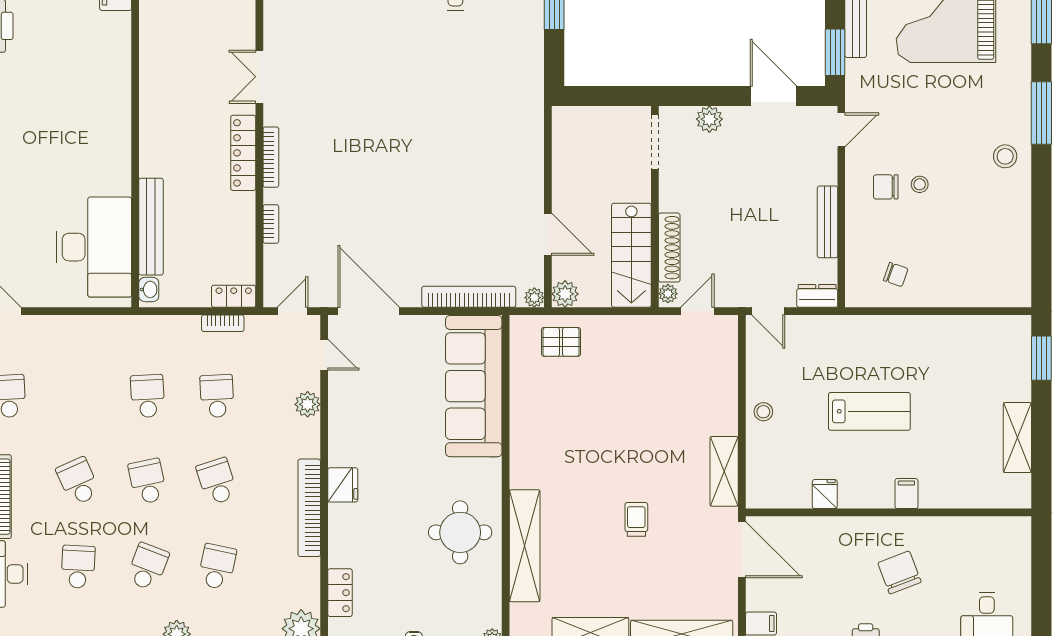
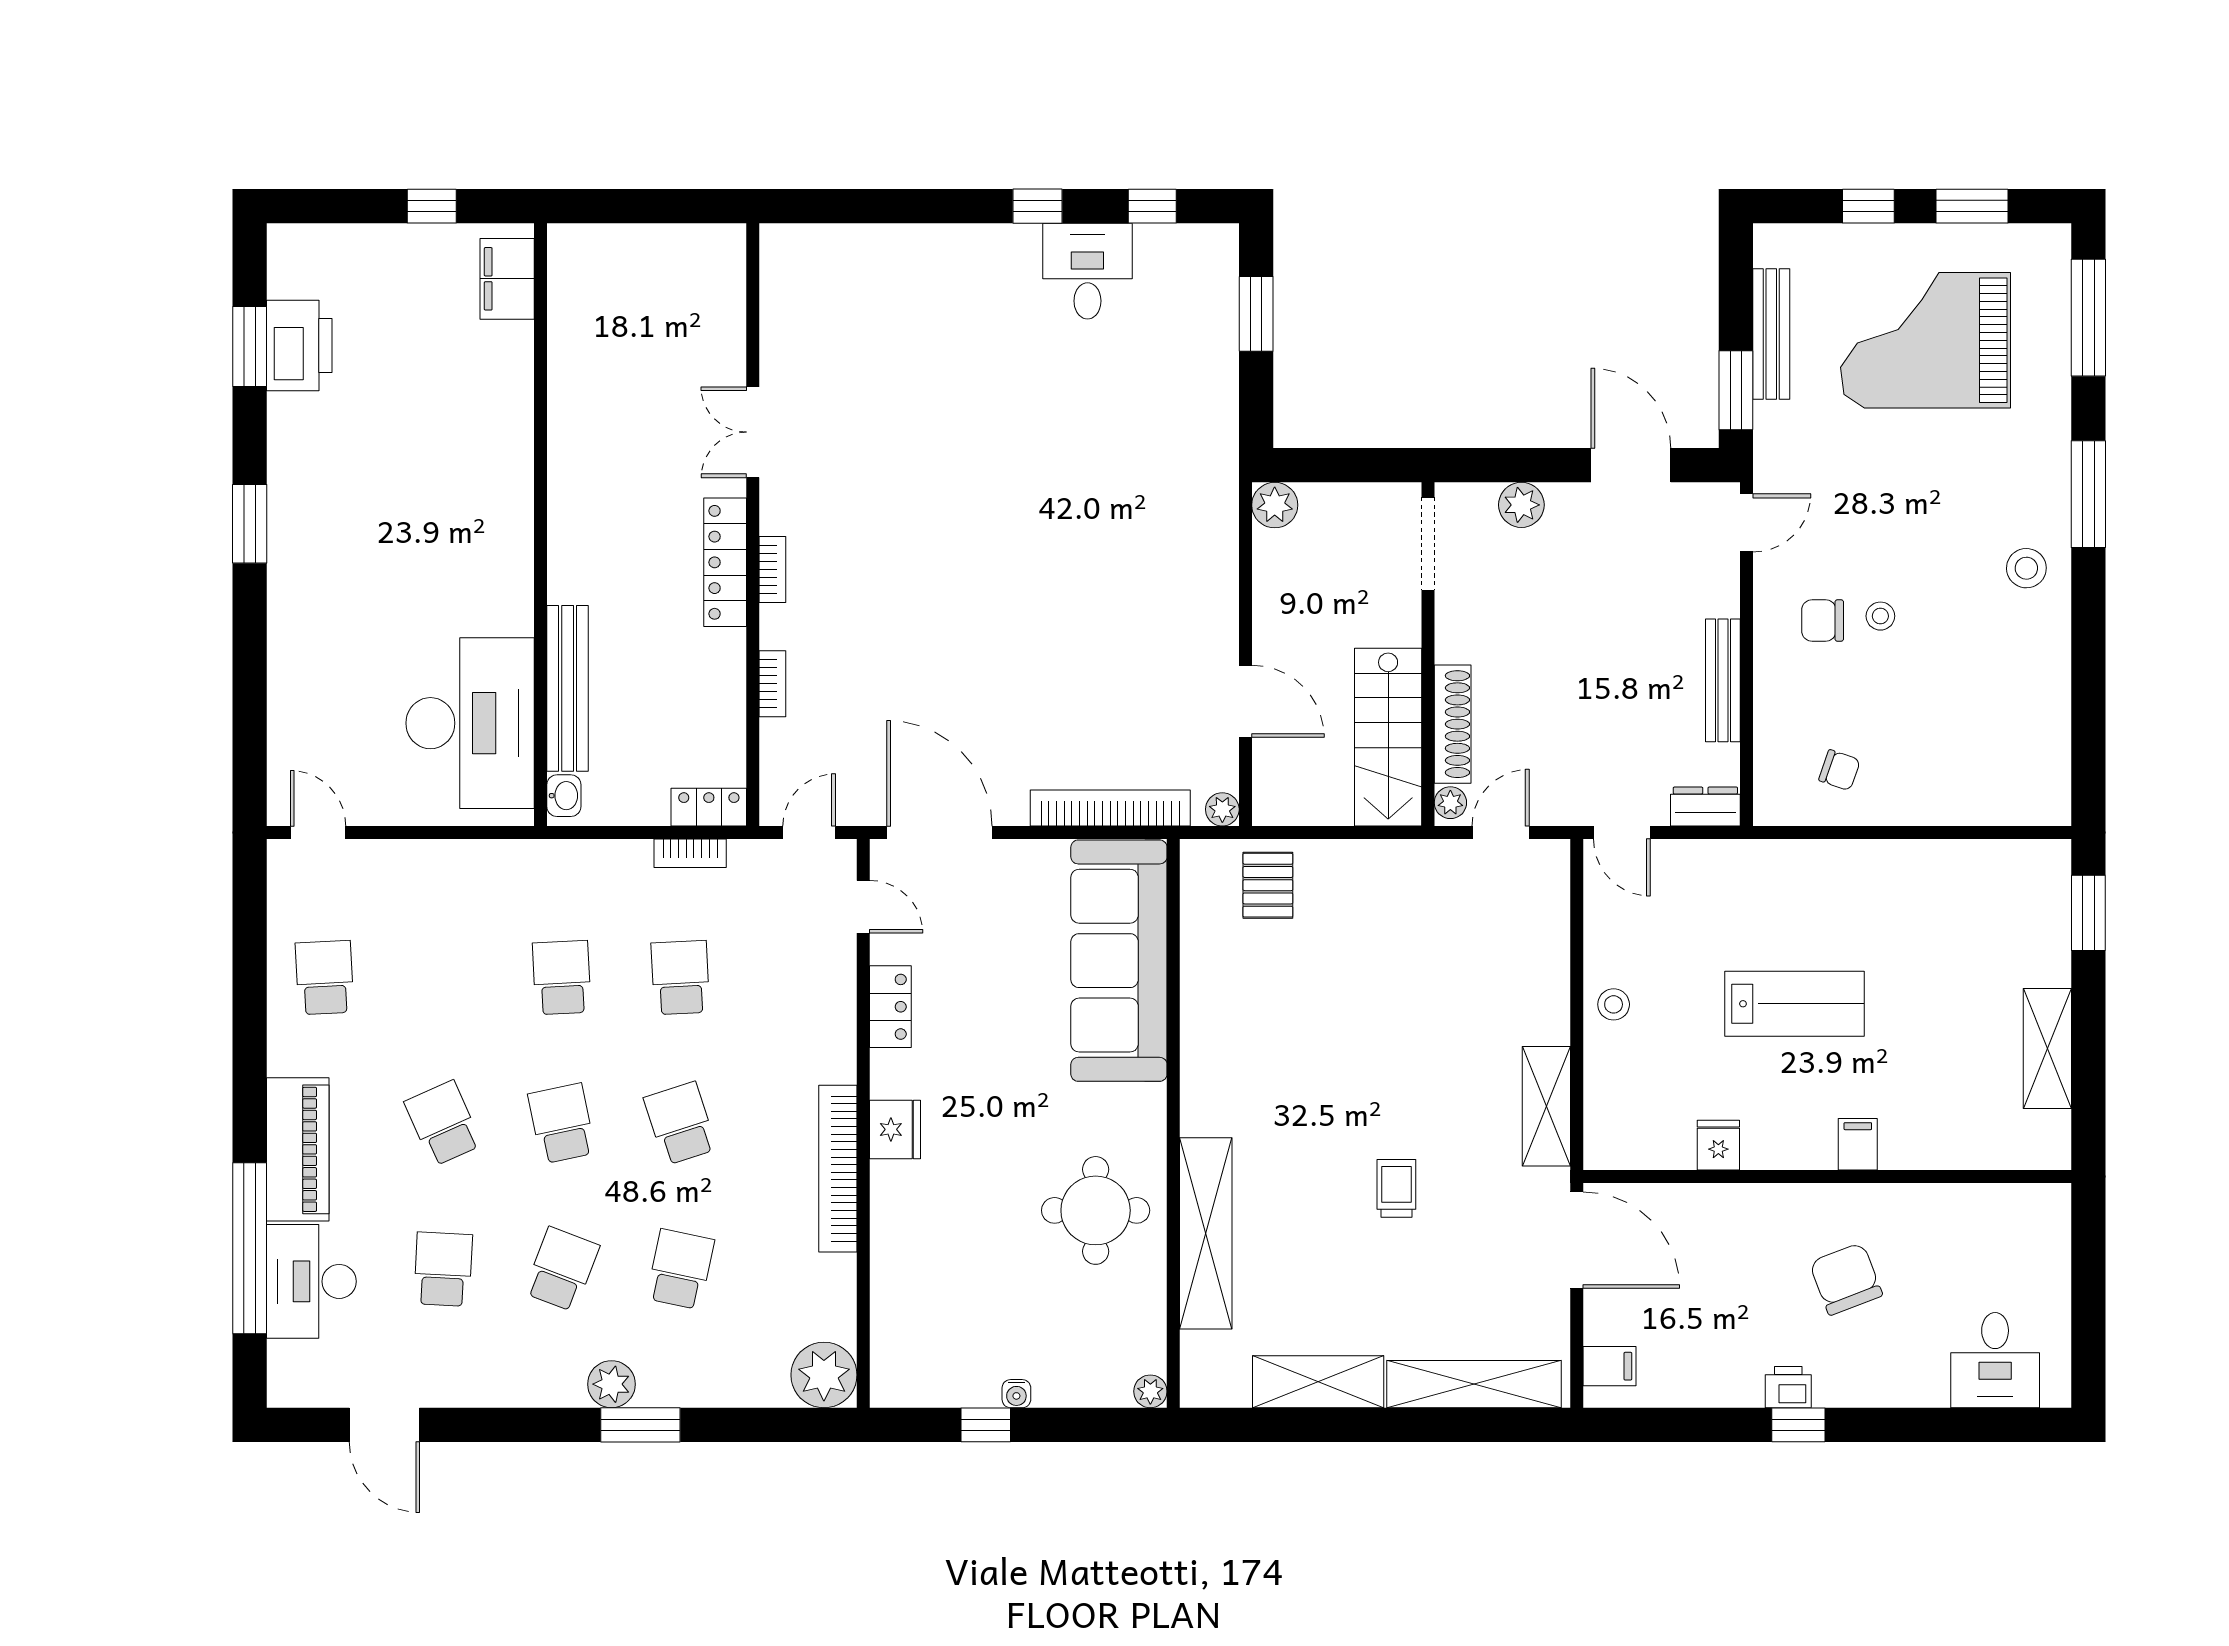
bookcase: (271, 157) -> (772, 569), width x0.64
plant: (565, 294) -> (1275, 505), moved
pallet: (561, 342) -> (1268, 885), turned 90
plant: (308, 404) -> (835, 992), removed
locker: (340, 593) -> (890, 1007), moved

